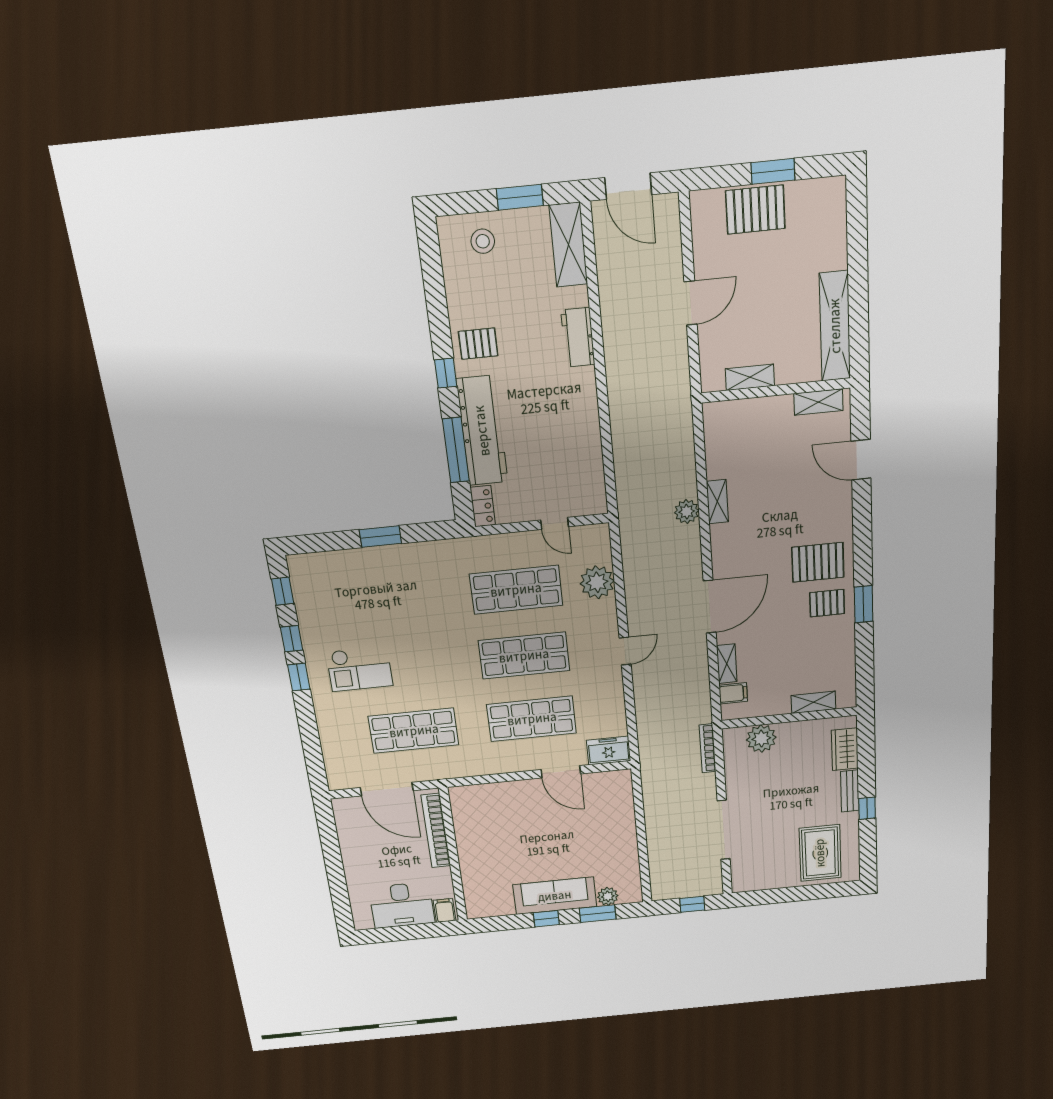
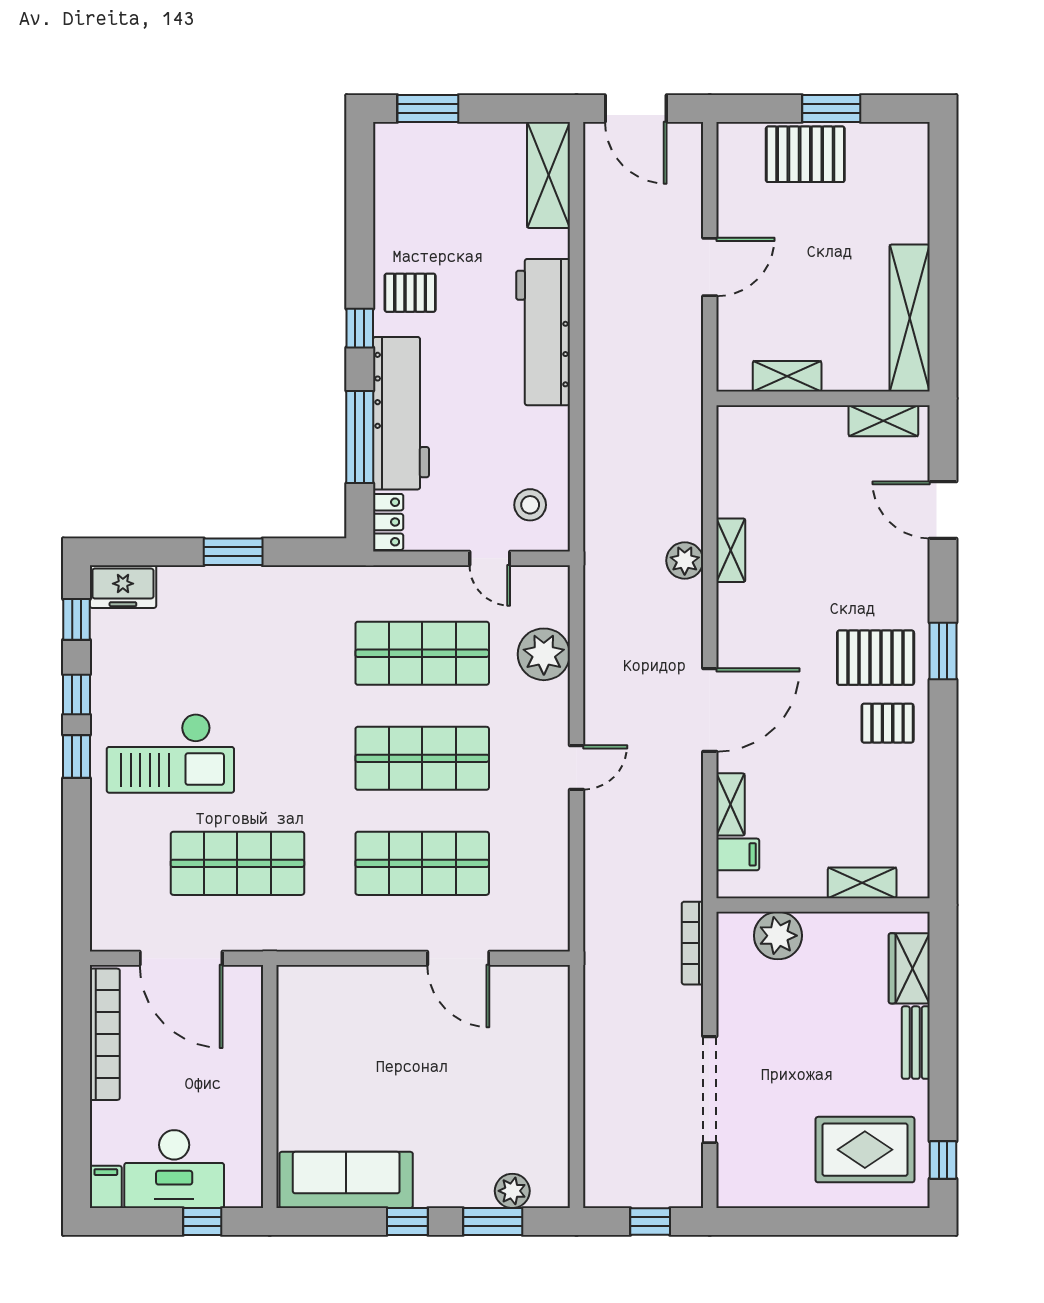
window: (520, 197) -> (428, 108), moved
stool: (483, 241) -> (530, 505), moved
workbench: (578, 337) -> (543, 332), width x1.88, depth x1.32
window: (864, 604) -> (943, 651), moved
checkout: (360, 669) -> (170, 753), width x1.36, depth x1.21
freezer: (609, 751) -> (123, 587), moved, turned 180
window: (867, 808) -> (943, 1160), moved
bookcase: (436, 831) -> (105, 1034), moved, turned 180
rug: (820, 853) -> (865, 1150), turned 90
sofa: (555, 896) -> (346, 1180), moved
filing cabinet: (445, 910) -> (106, 1187), moved
window: (423, 931) -> (202, 1222), added

